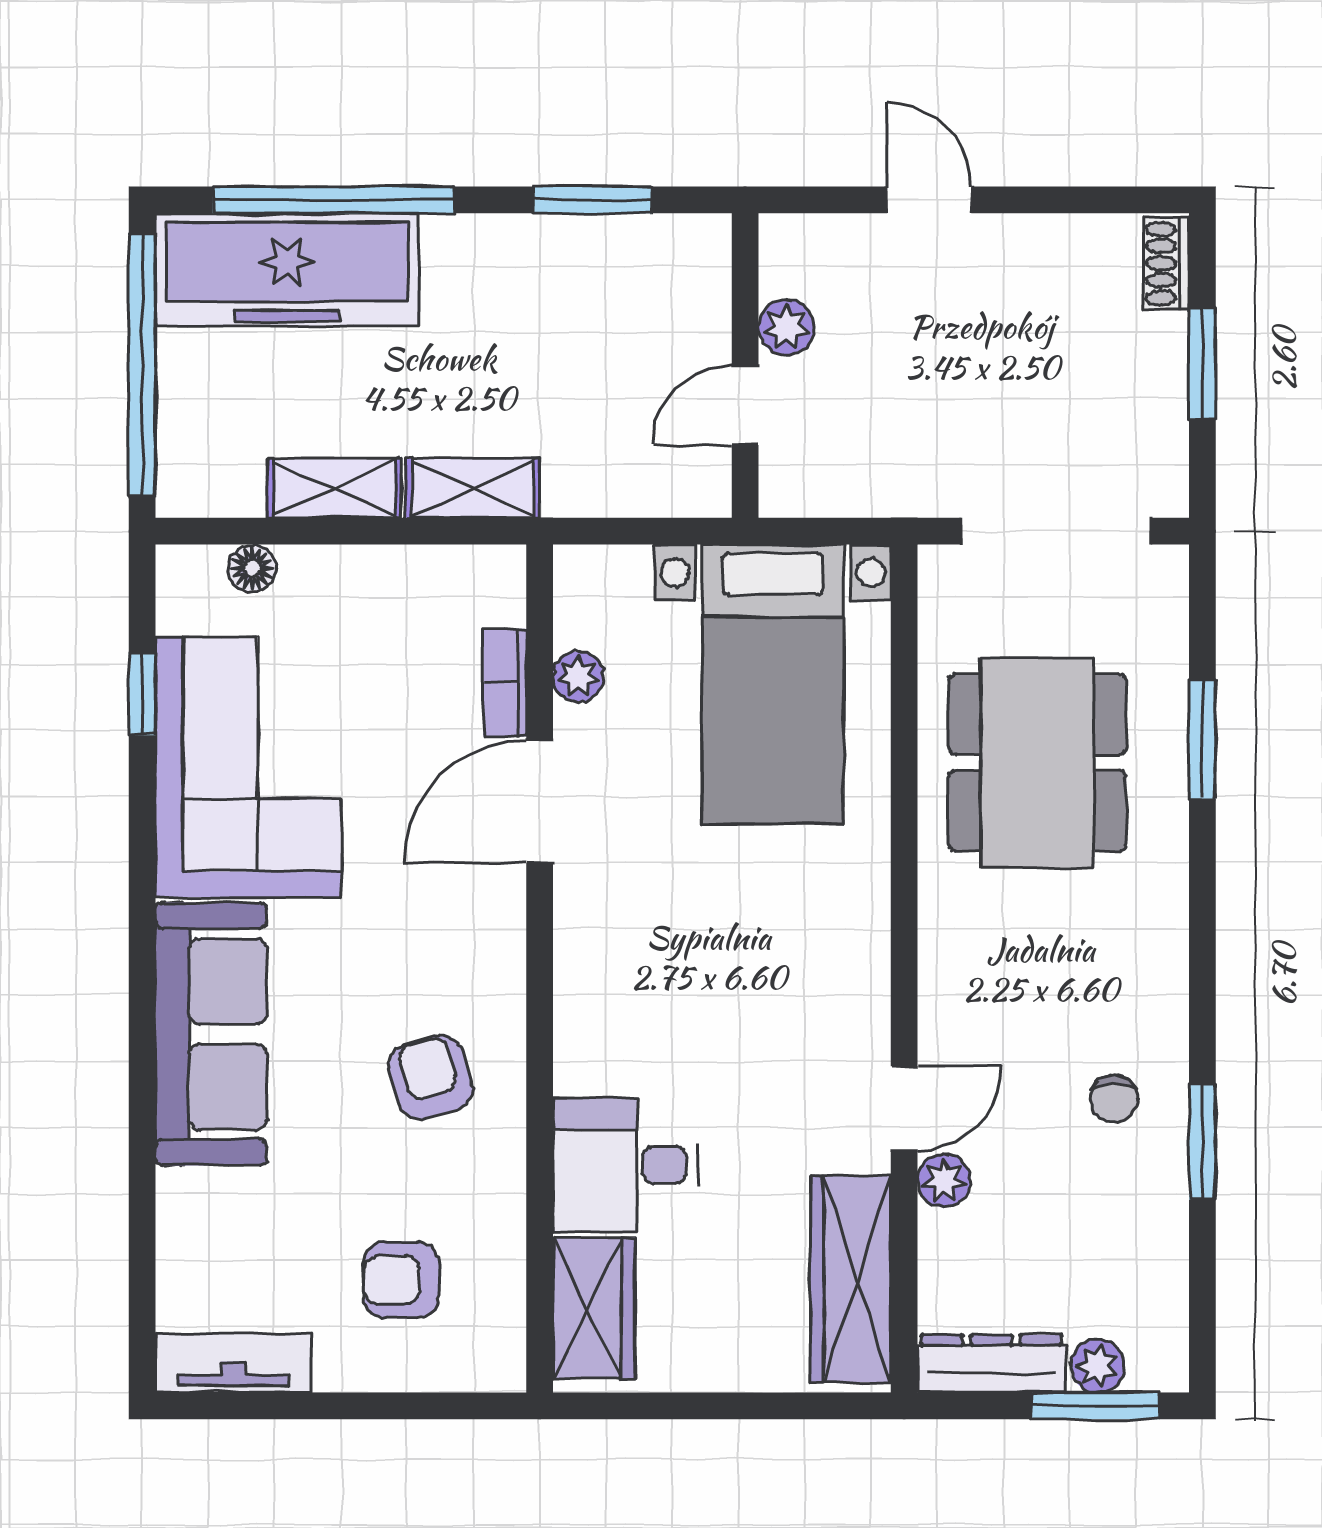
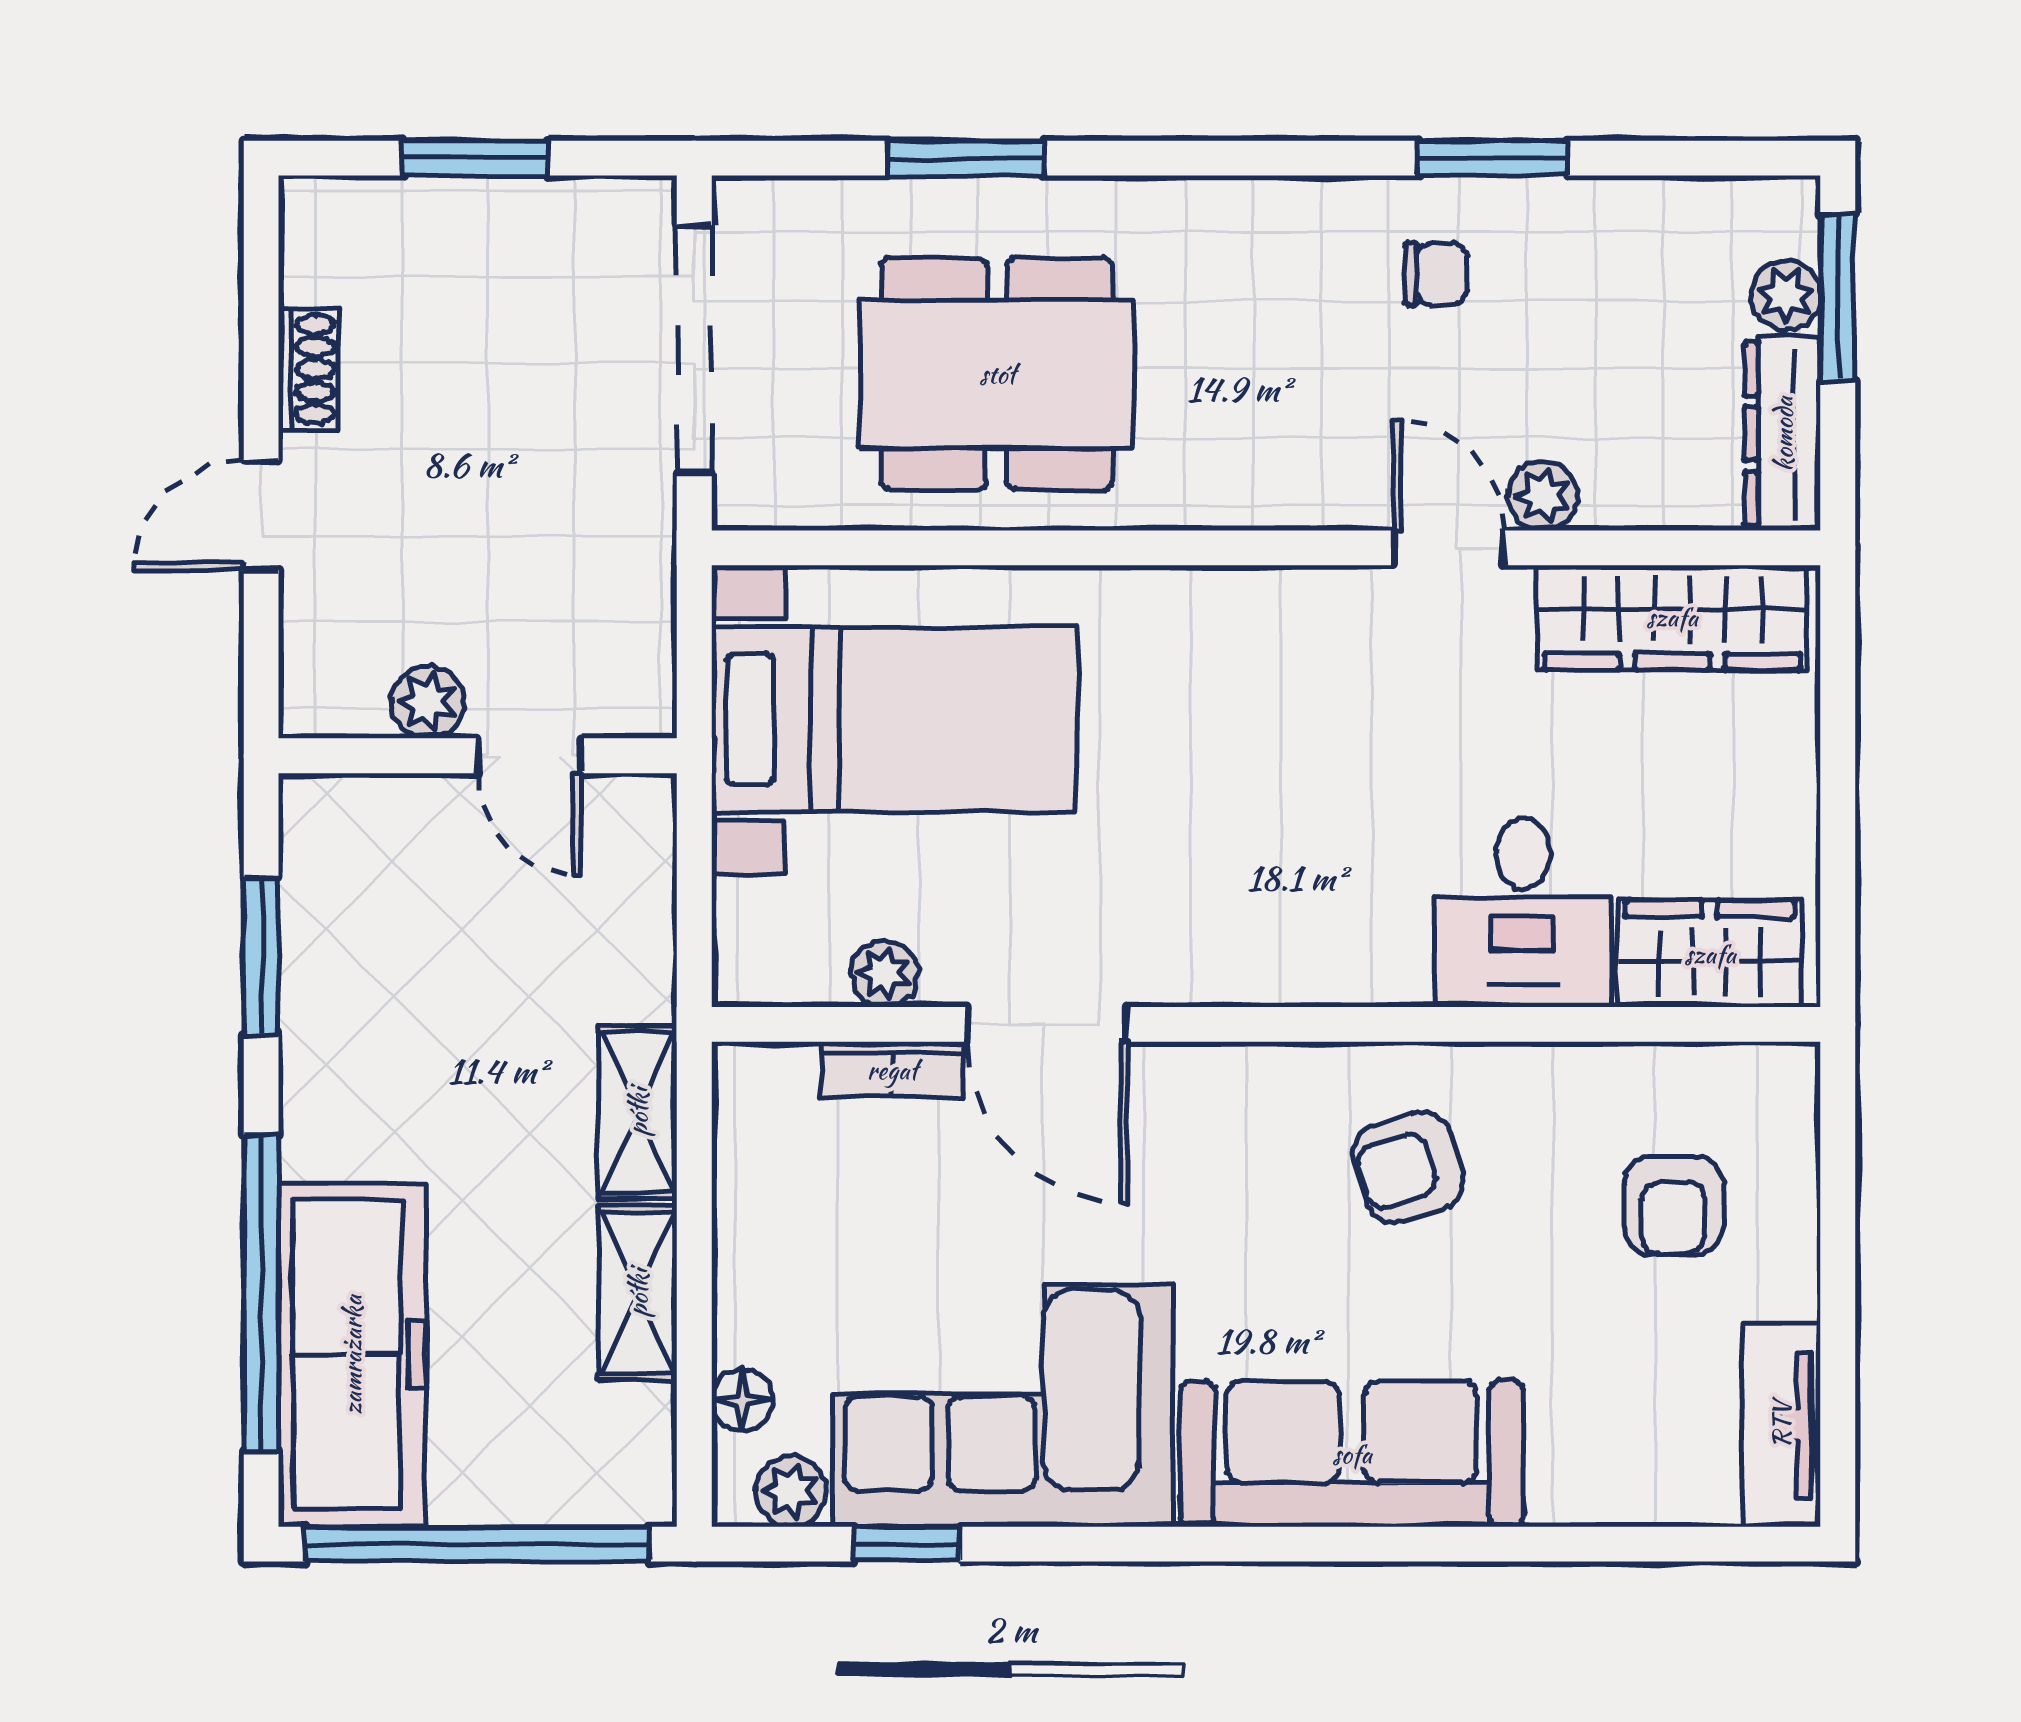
shoe rack: (1166, 263) -> (308, 369), moved, turned -90
plant: (182, 605) -> (791, 1491), added

